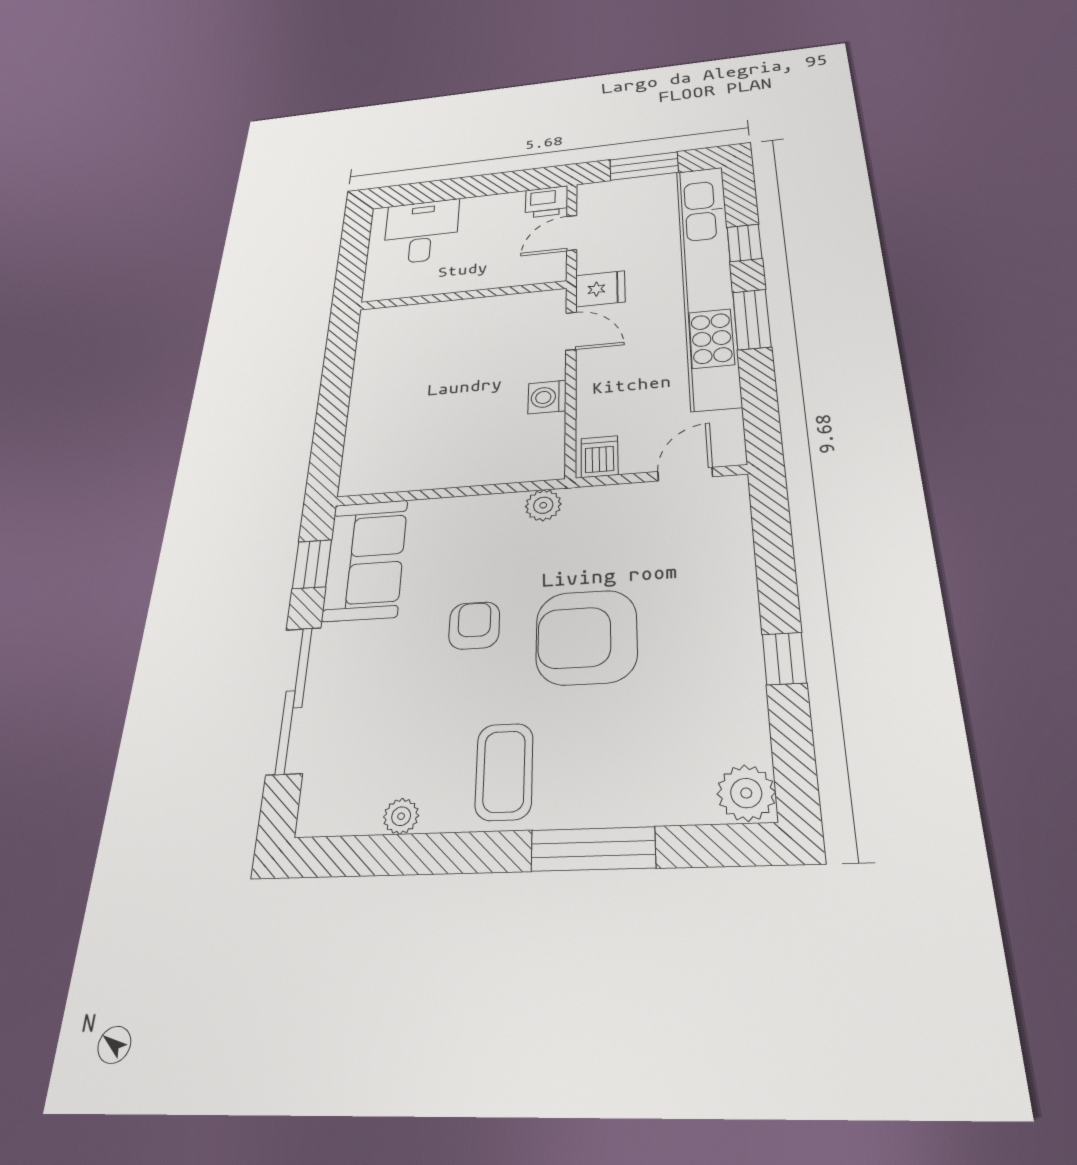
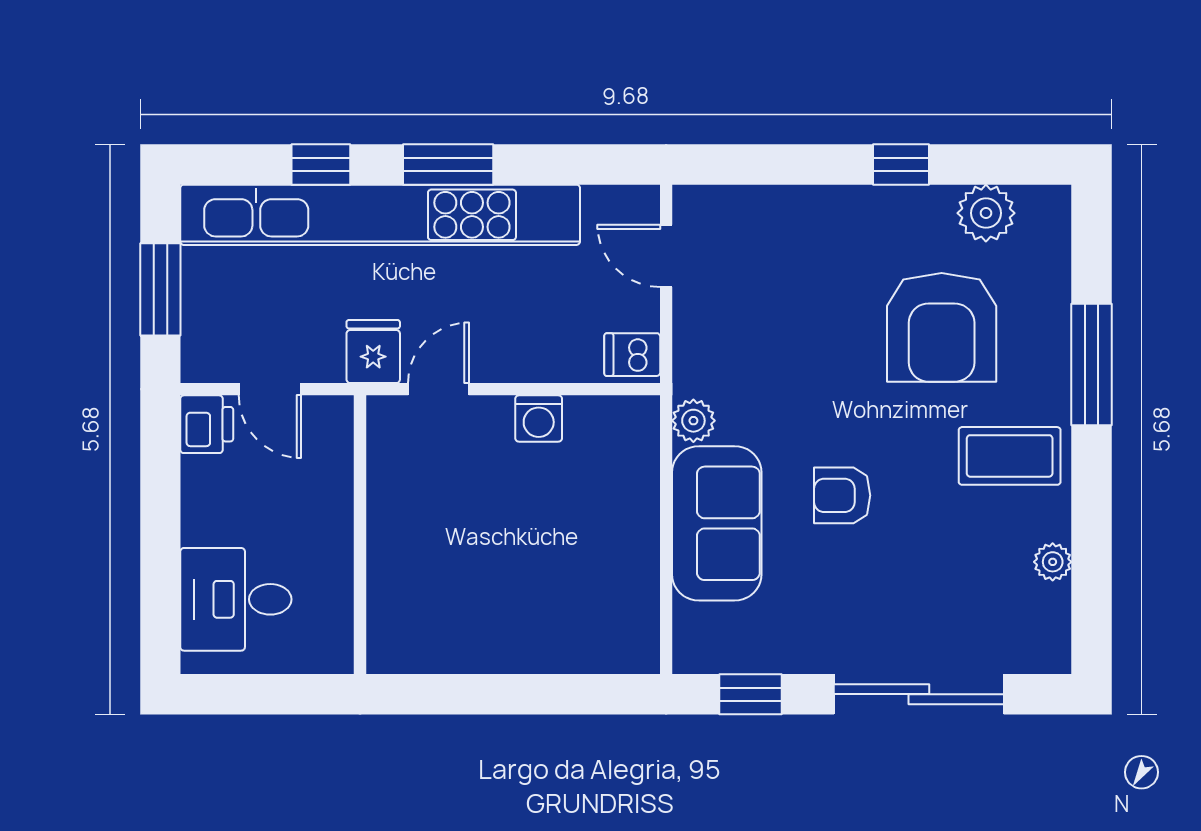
sofa: (365, 560) -> (717, 523), moved, turned 90
armchair: (586, 637) -> (942, 327), moved
plant: (746, 793) -> (986, 213), moved

